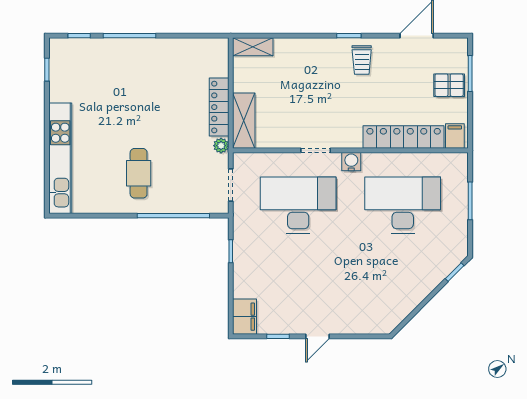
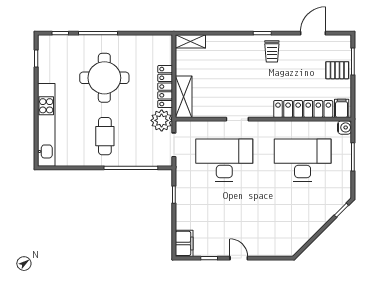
round table: (138, 95) -> (104, 78), added
plant: (221, 146) -> (162, 120), width x1.88, depth x1.88
water cooler: (351, 162) -> (345, 127), moved, turned 90
door: (318, 336) -> (239, 258), swing flipped

